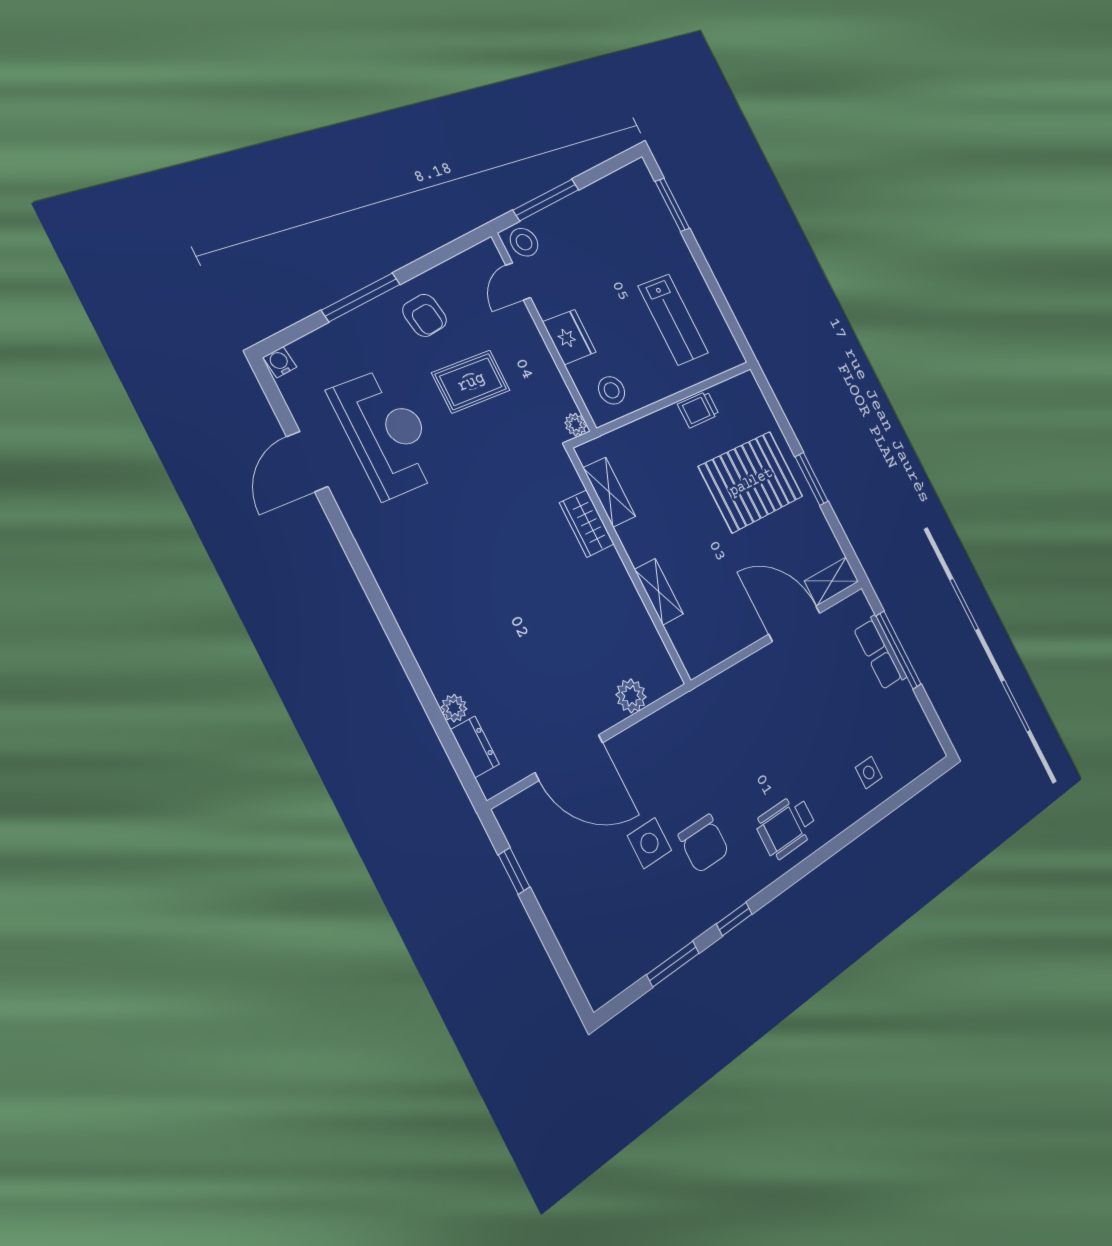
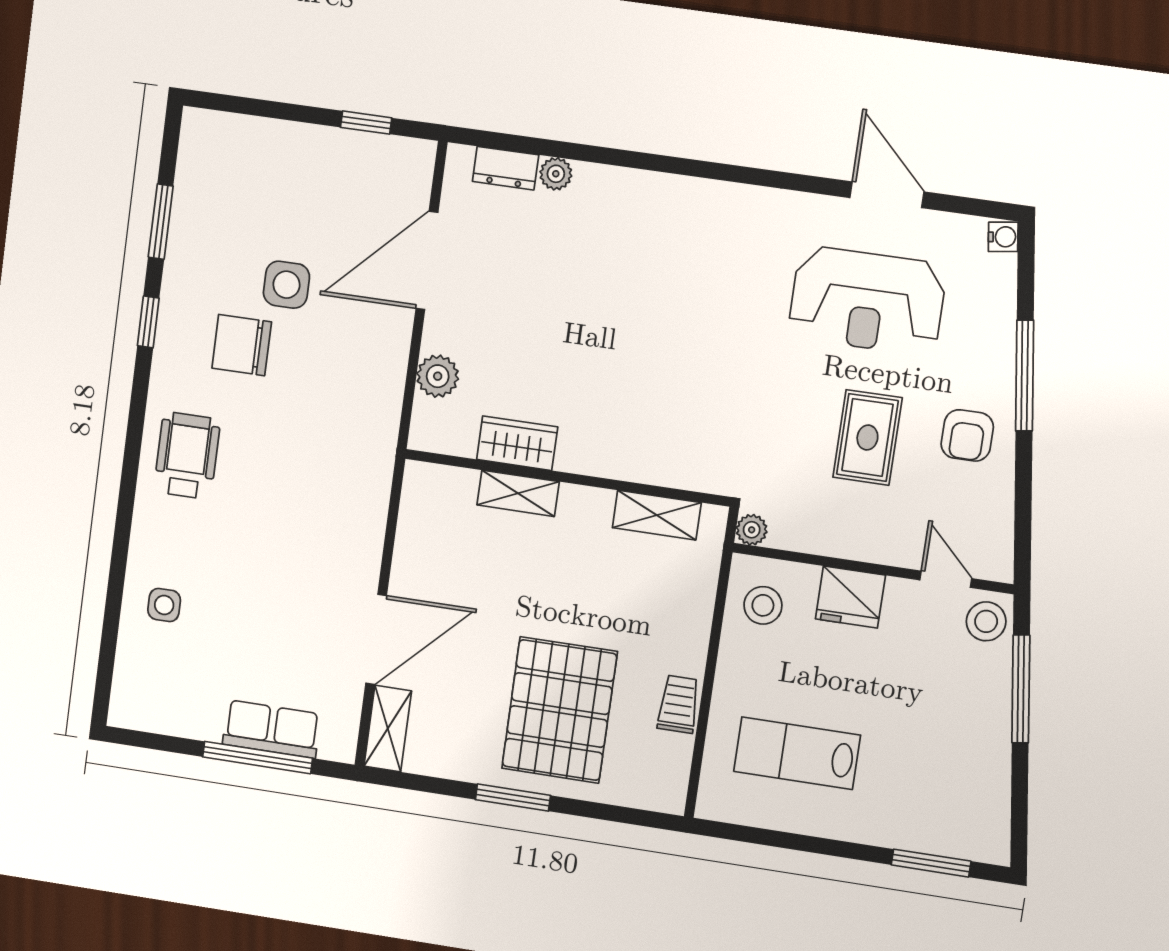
armchair: (425, 315) -> (967, 435), turned -80
wardrobe: (587, 523) -> (517, 443), moved

